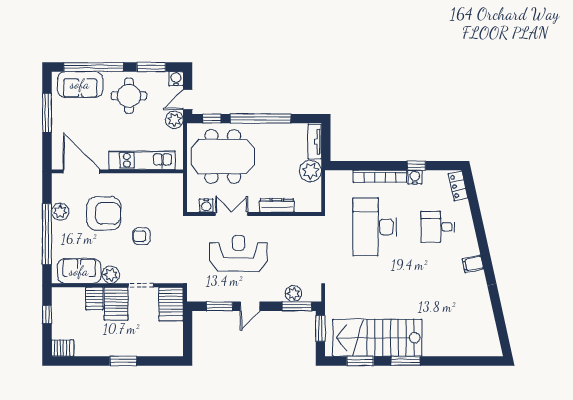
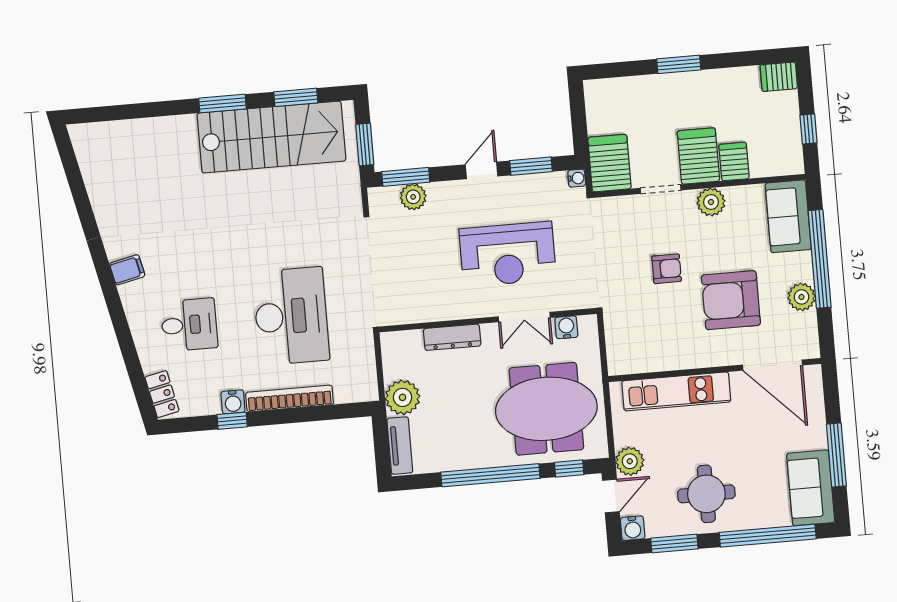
sofa: (80, 84) -> (811, 488), moved, turned -90
sofa: (79, 271) -> (788, 216), moved, turned 90
water cooler: (192, 297) -> (577, 178), added

